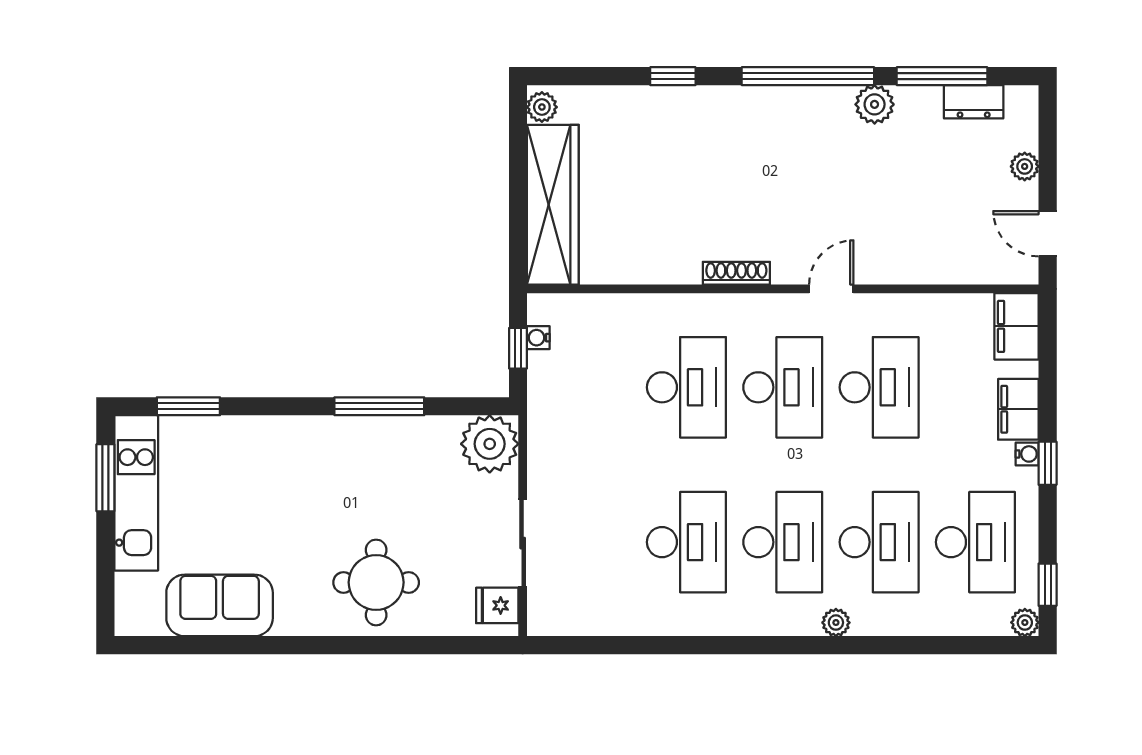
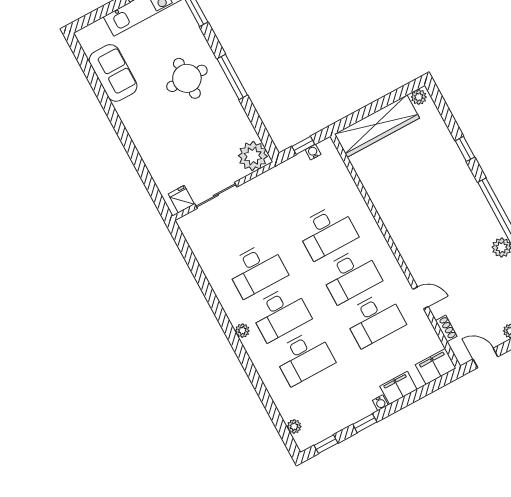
door: (1048, 234) -> (485, 358), hinge flipped
shoe rack: (736, 273) -> (446, 328), moved, width x0.70
door: (831, 289) -> (421, 298), moved
window: (379, 406) -> (232, 77), moved
window: (1048, 463) -> (365, 423), moved
desk: (975, 542) -> (328, 401), removed
round table: (376, 582) -> (187, 78), moved
plant: (1025, 622) -> (294, 426), moved
plant: (836, 623) -> (242, 331), moved

